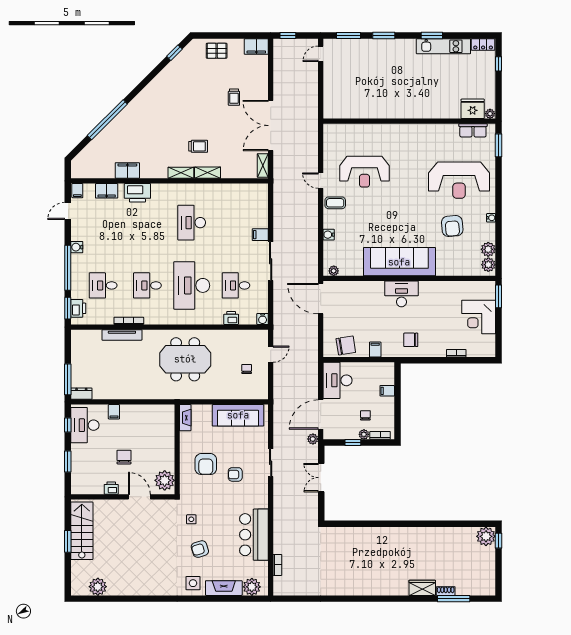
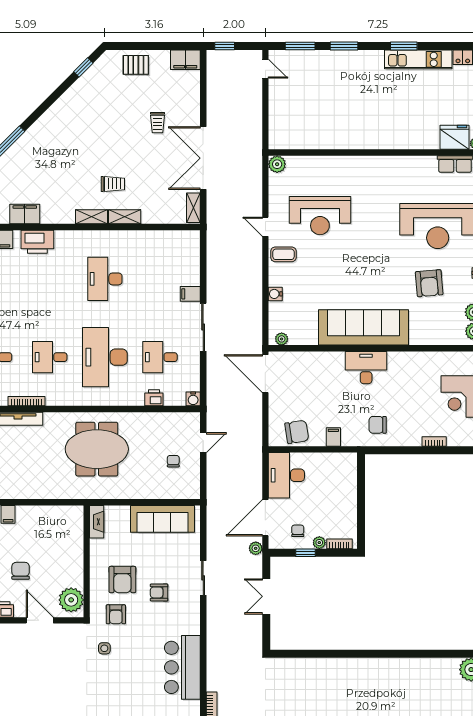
door: (321, 54) -> (265, 69), swing flipped
plant: (330, 130) -> (277, 164), added
filing cabinet: (387, 391) -> (348, 488), removed
chair: (365, 415) -> (298, 531), moved
armchair: (200, 549) -> (116, 614), moved, turned -73

